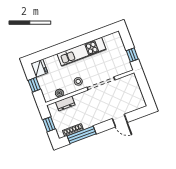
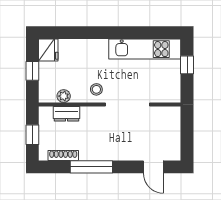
kitchen unit: (81, 52) -> (145, 49), moved
window: (132, 55) -> (187, 65), moved
door: (120, 121) -> (153, 167), moved
window: (82, 135) -> (91, 167), moved

